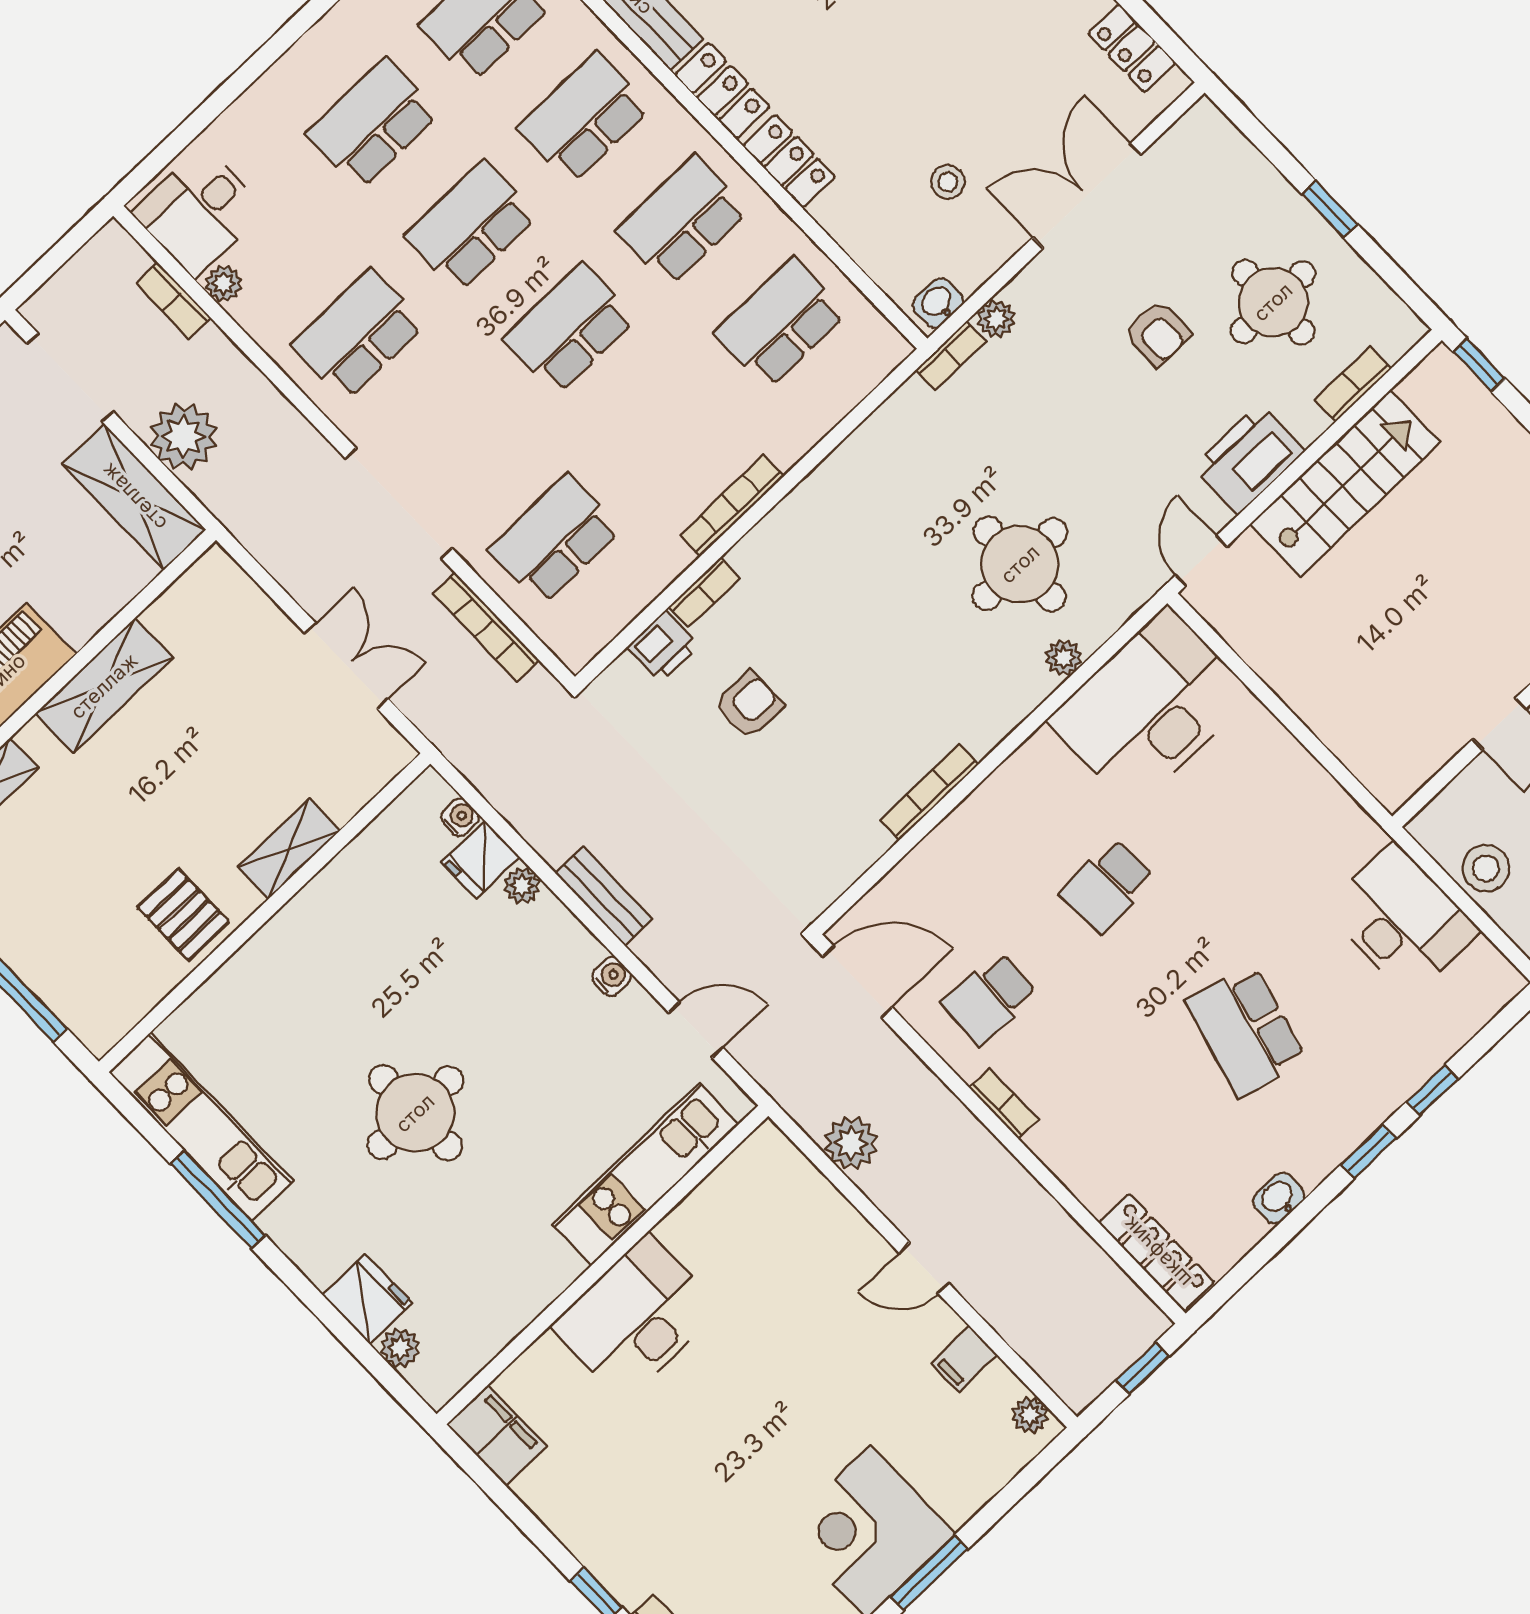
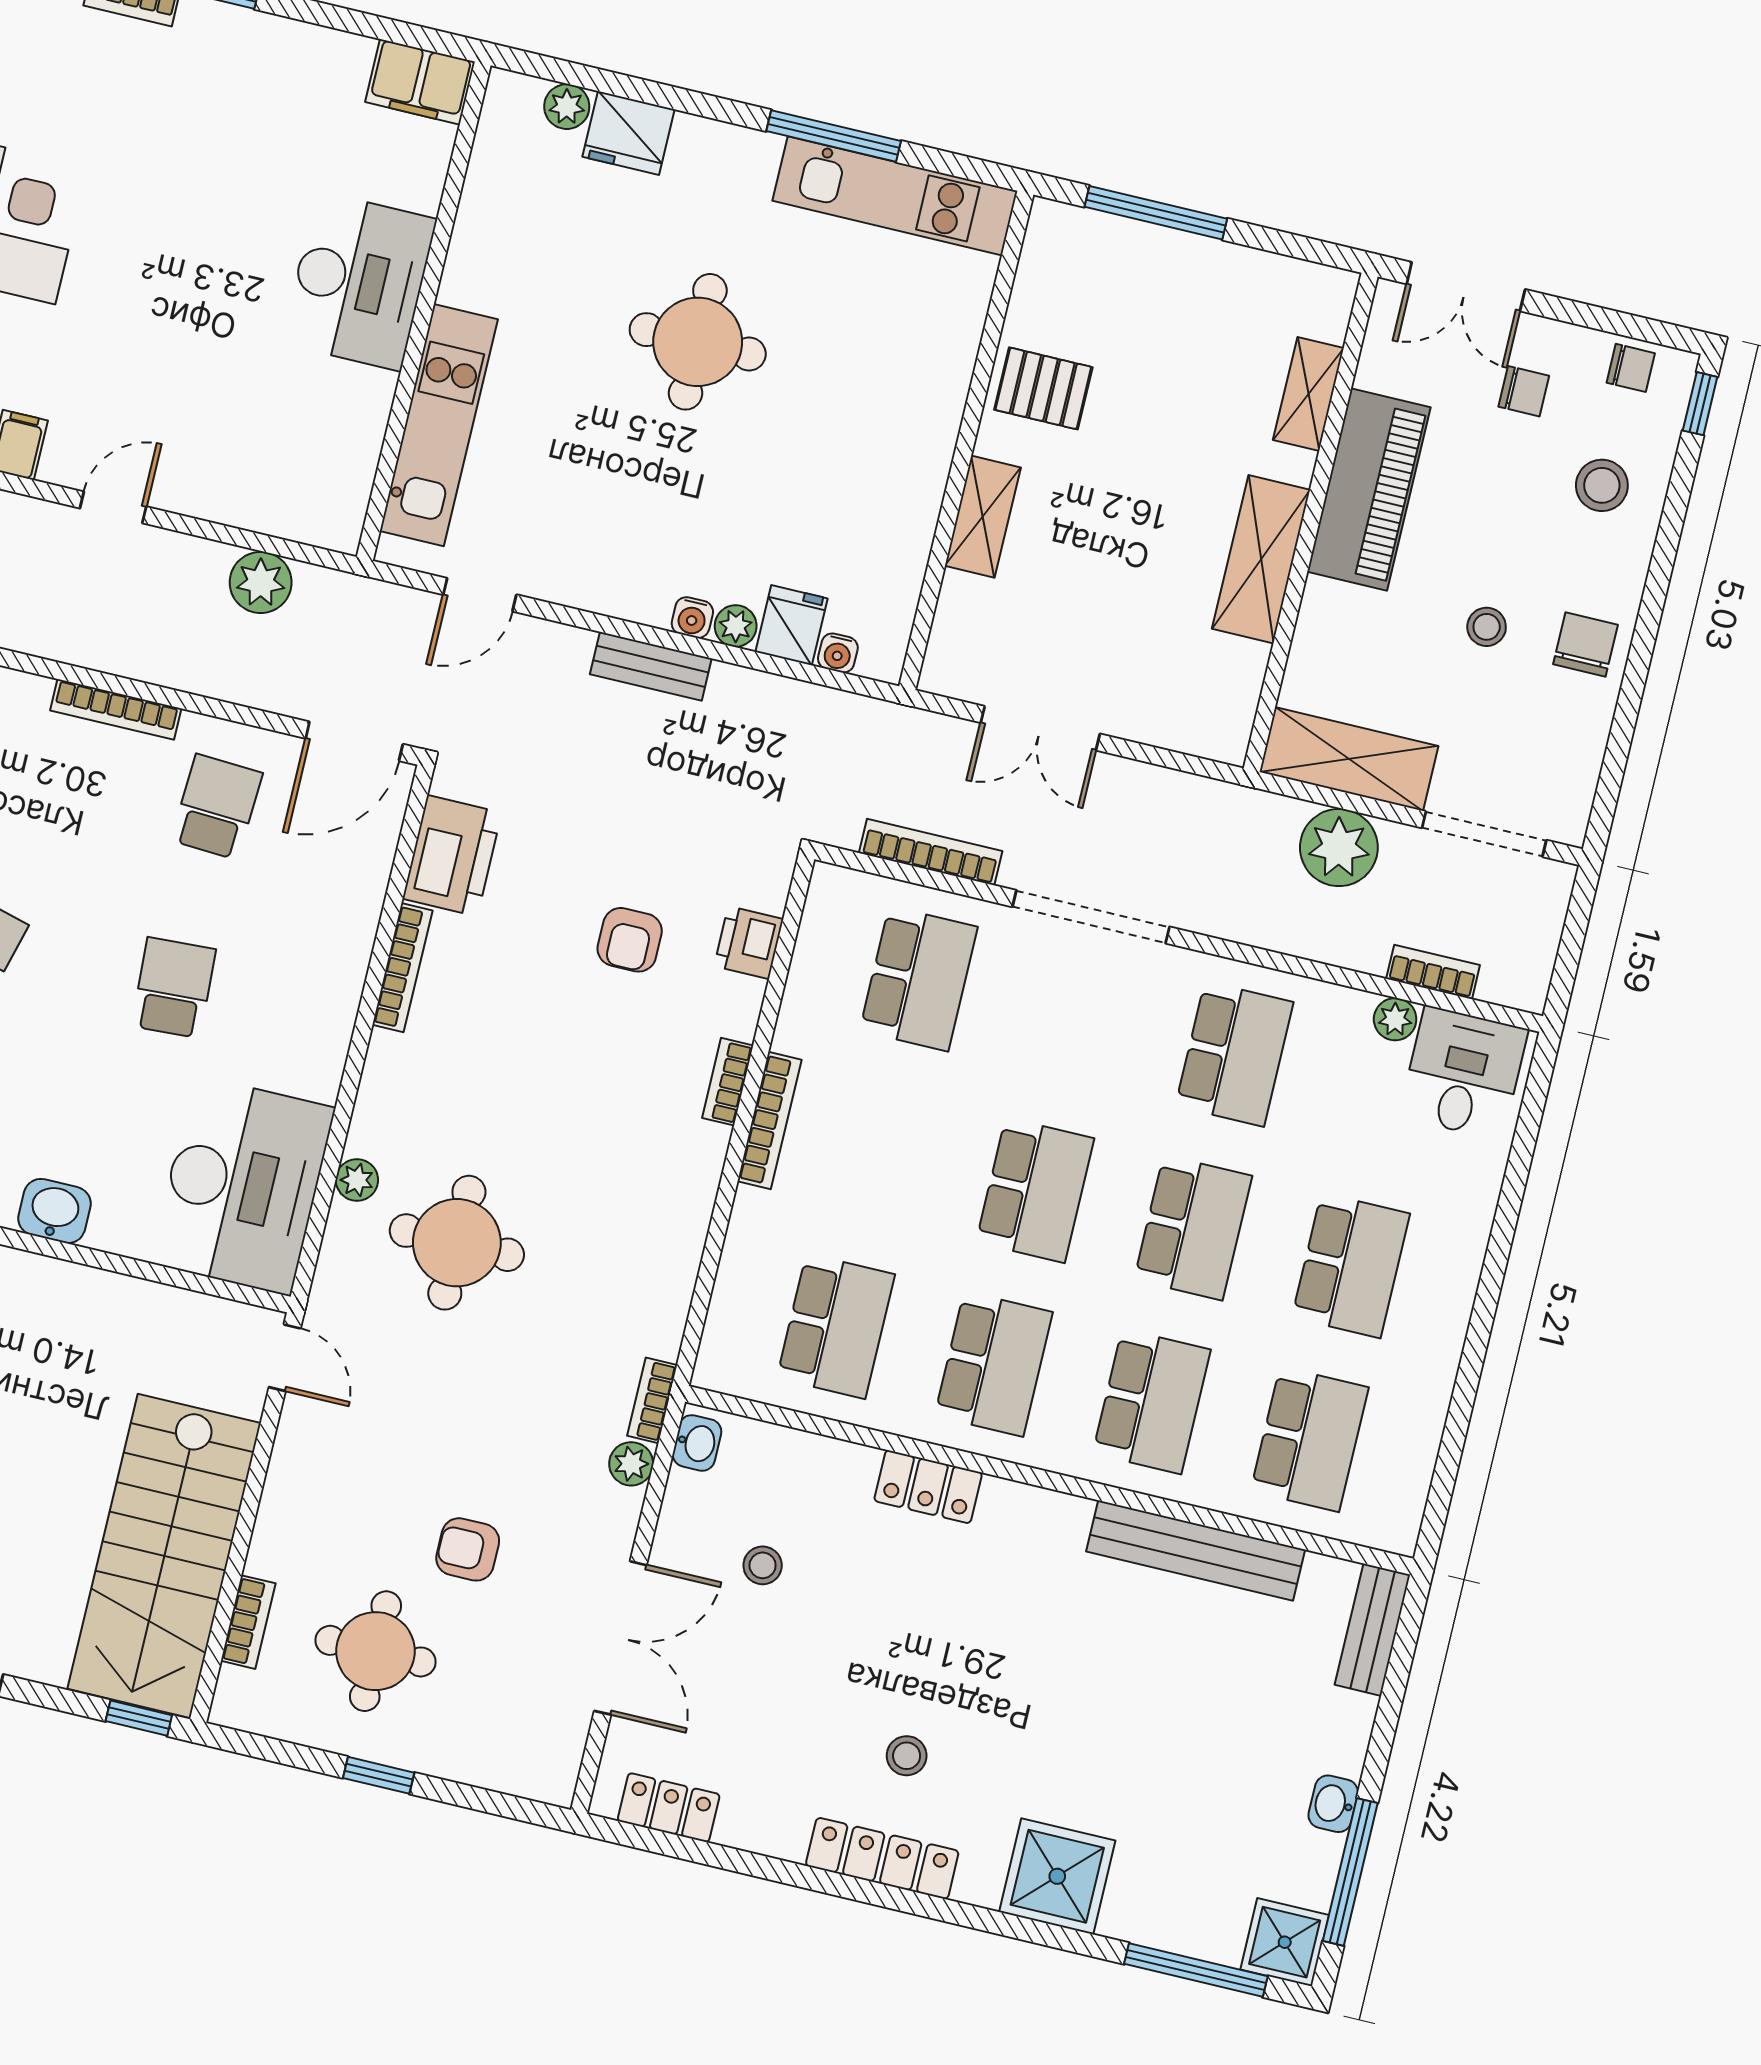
locker: (722, 91) -> (1035, 1513), removed
printer: (1249, 459) -> (452, 856), moved
stairs: (1345, 484) -> (164, 1556), width x1.36, depth x1.51
bookcase: (704, 593) -> (728, 1082), moved
washbasin: (1301, 778) -> (54, 1211), added
water cooler: (612, 976) -> (692, 618), moved
bookcase: (1004, 1104) -> (116, 709), width x1.56

